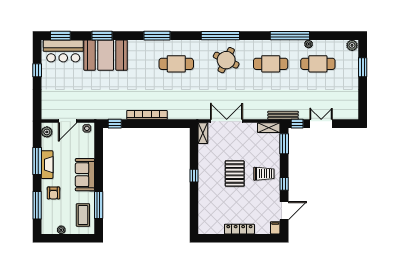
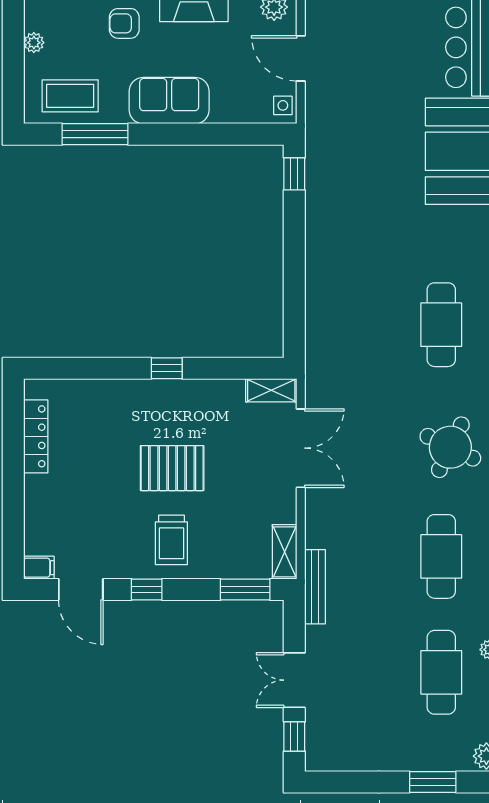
bookcase: (147, 115) -> (316, 253), removed
window: (297, 124) -> (294, 736), moved
double door: (321, 124) -> (294, 680), swing flipped
locker: (239, 229) -> (36, 436), moved

